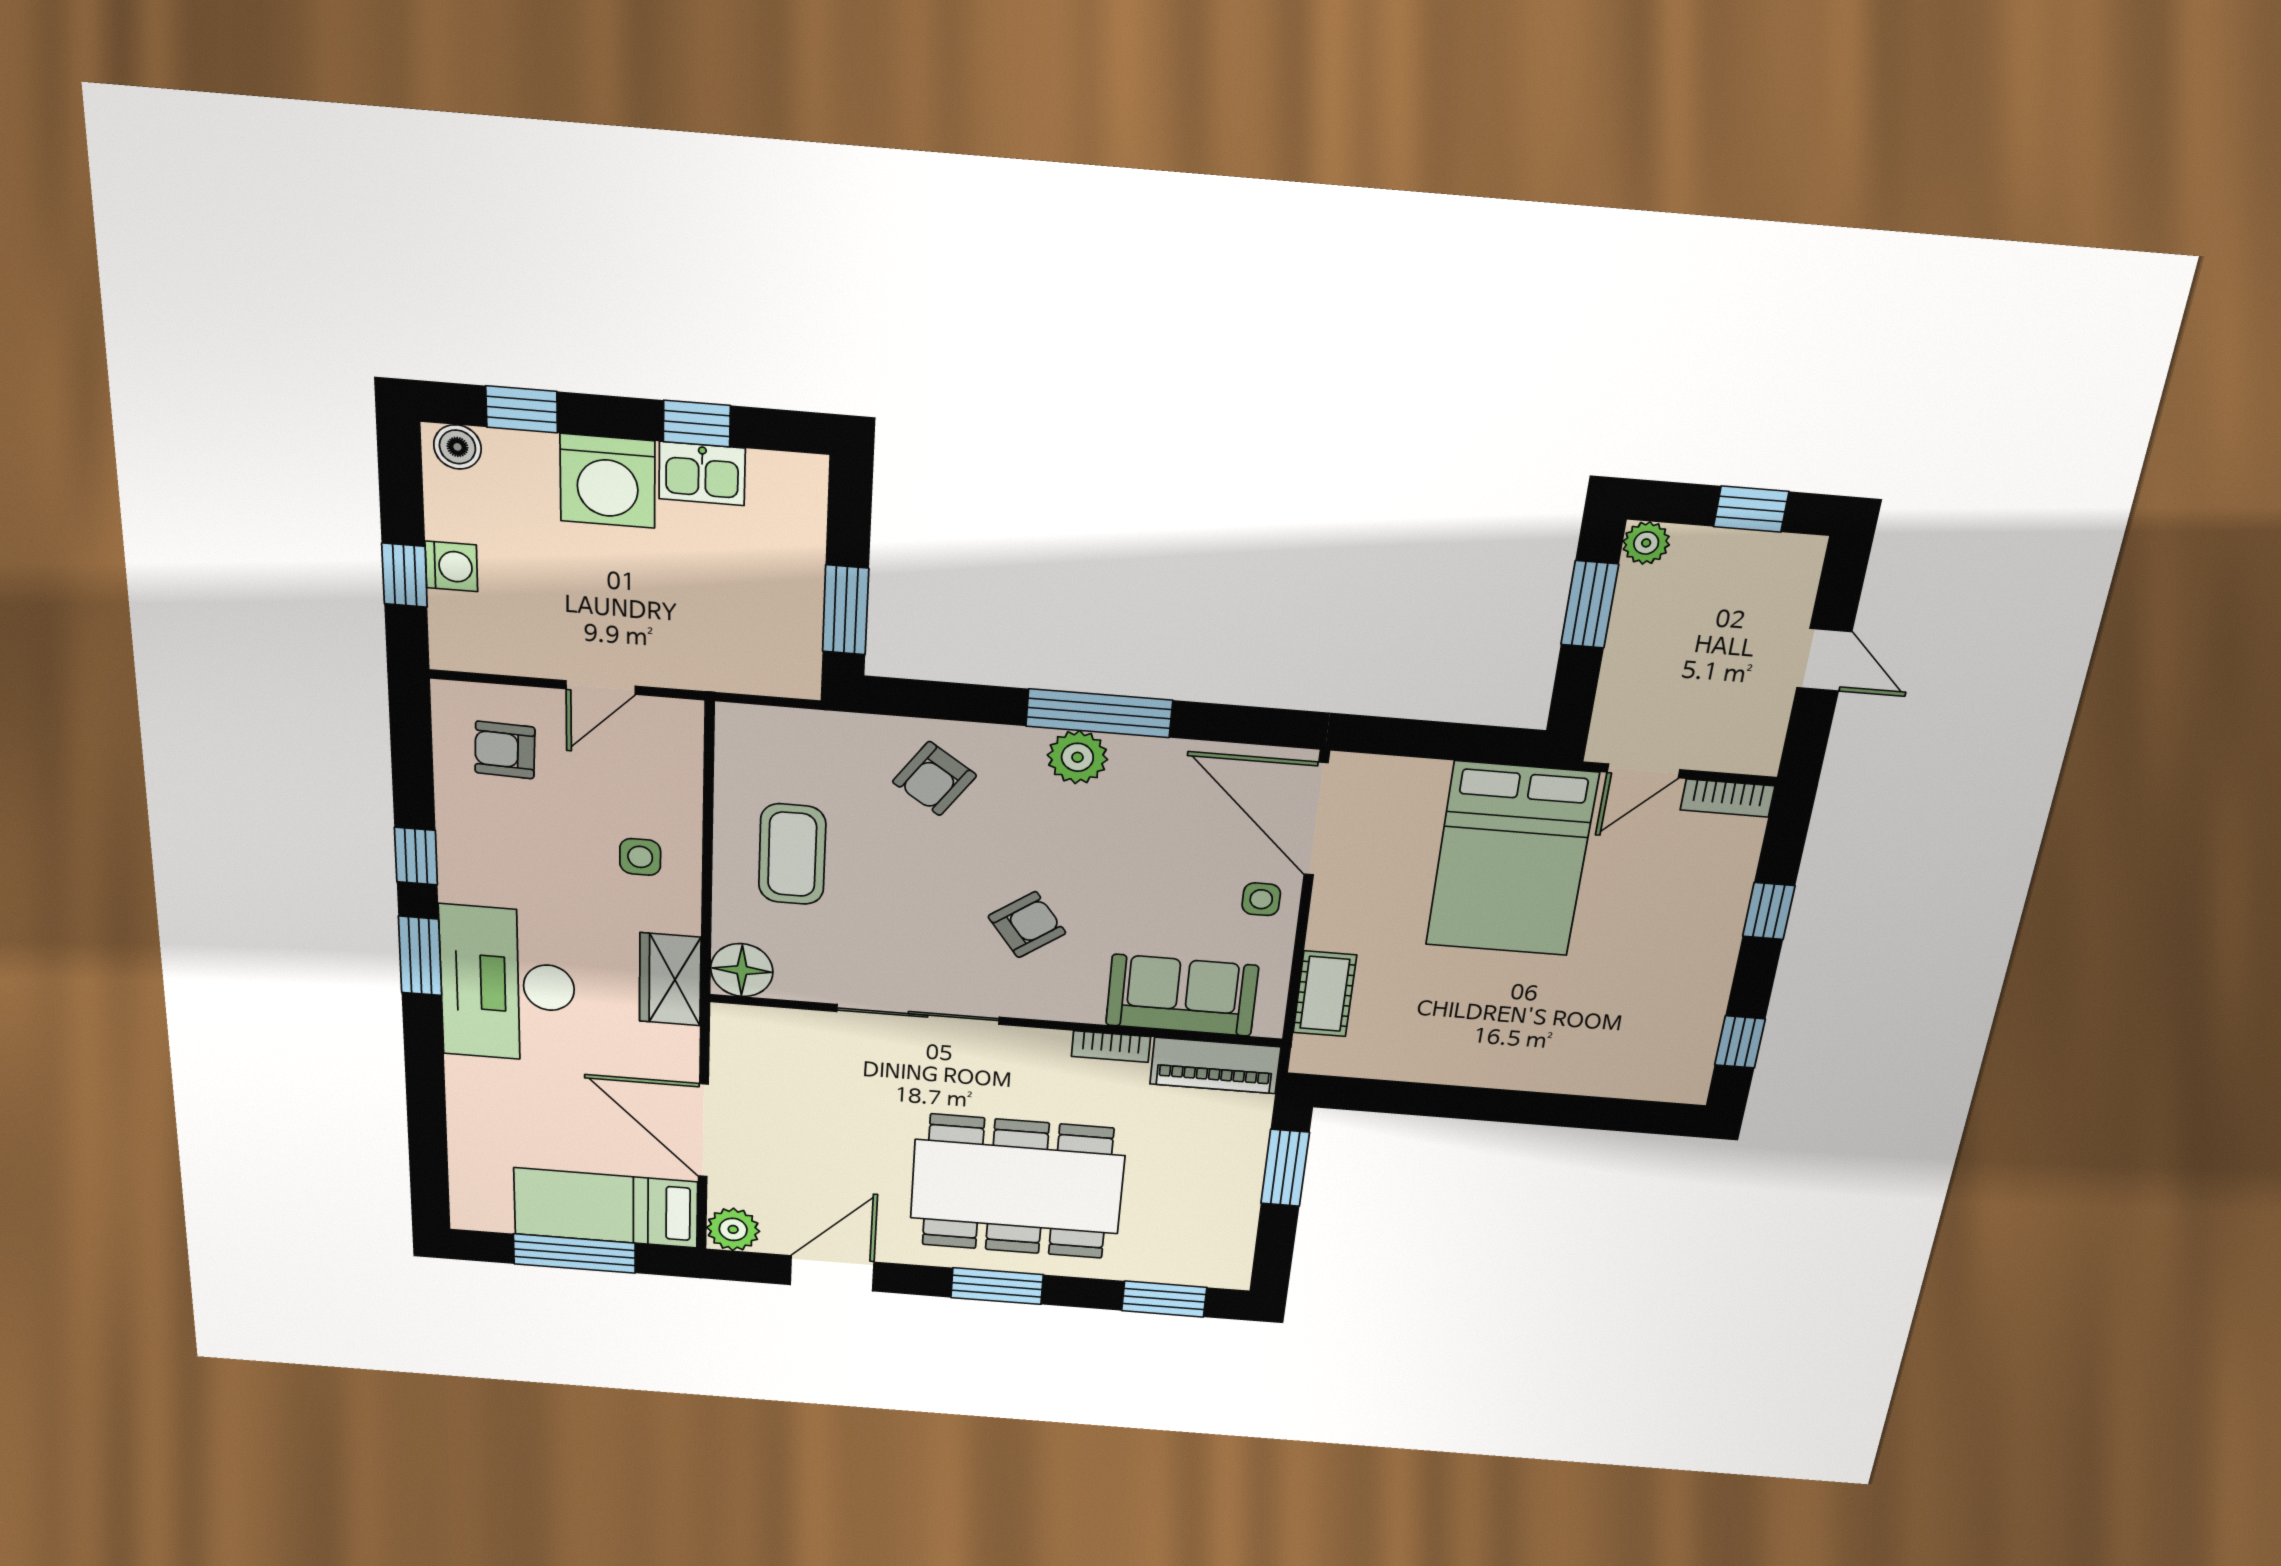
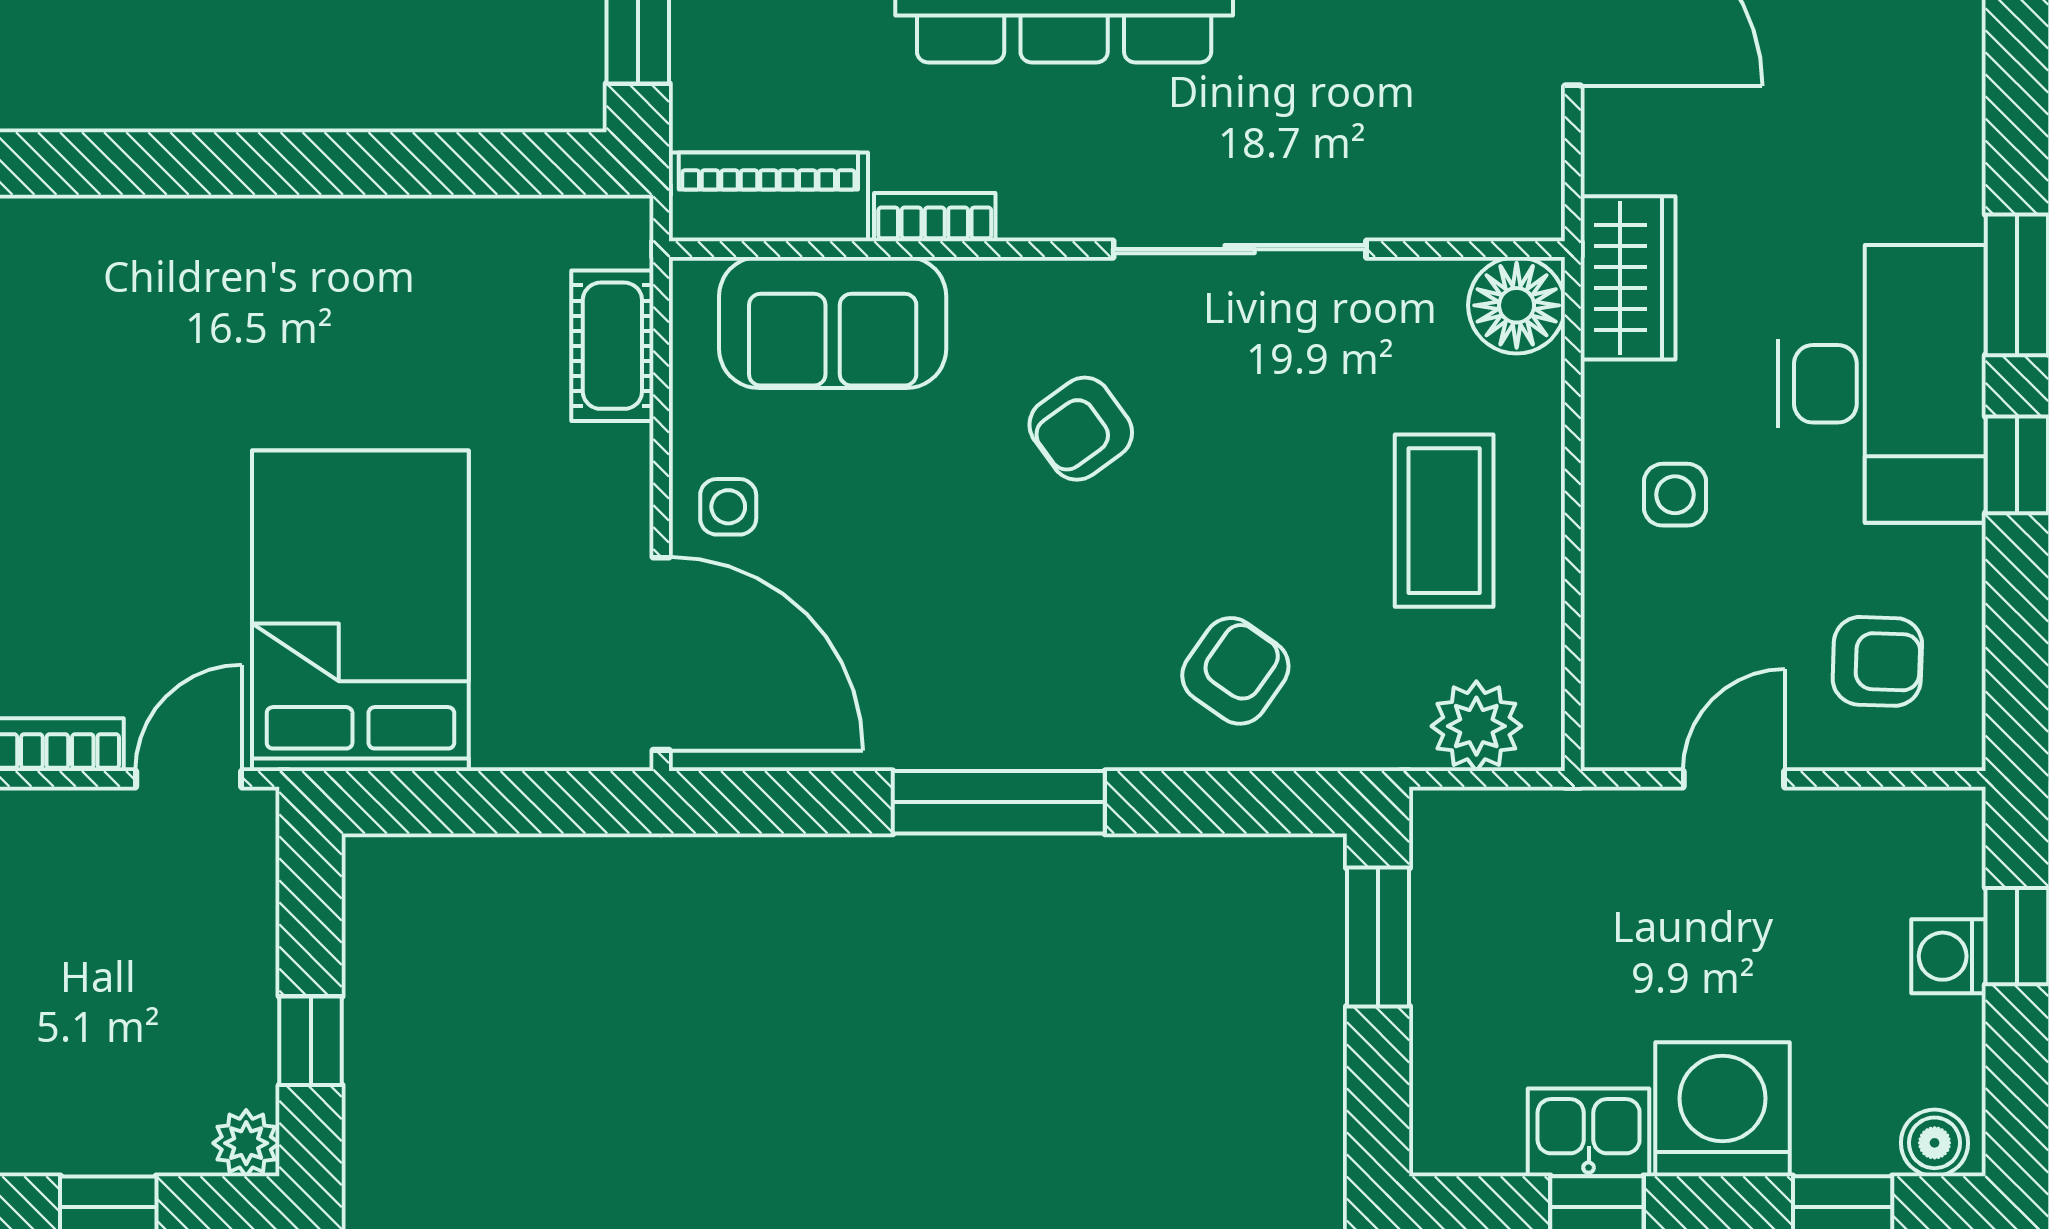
window: (1590, 604) -> (311, 1041), width x0.67
plant: (1077, 757) -> (1476, 726), moved
desk: (508, 984) -> (1882, 384), moved

